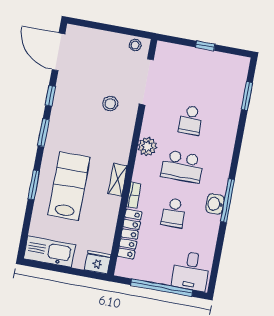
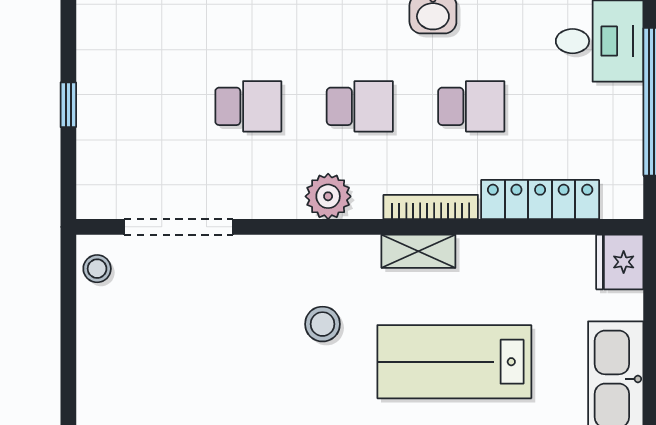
stool: (110, 104) -> (322, 324), moved
school desk: (182, 166) -> (360, 106), width x0.54
bookcase: (134, 195) -> (431, 207), width x1.56

